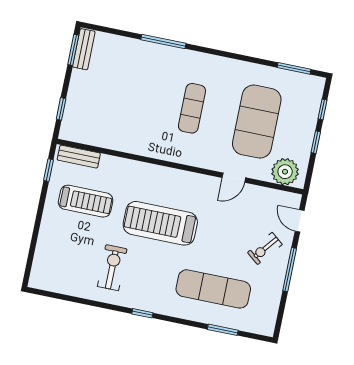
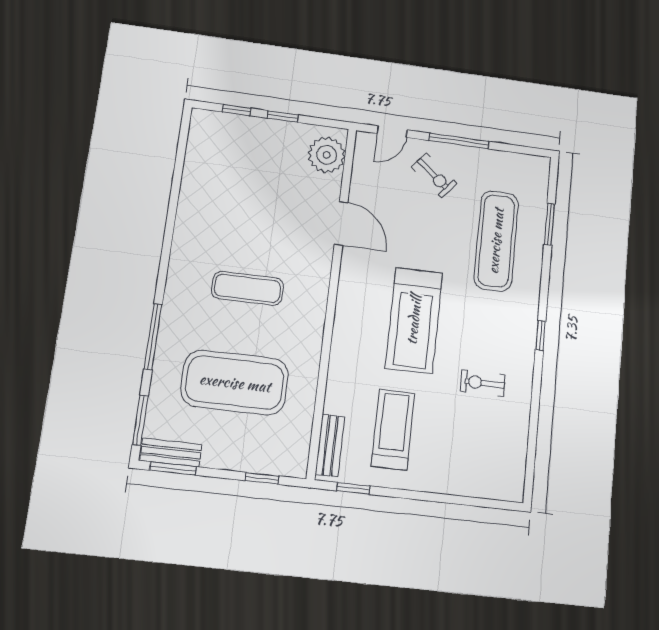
window: (294, 68) -> (140, 420), moved
exercise mat: (257, 122) -> (235, 383), moved
door: (234, 178) -> (341, 223), width x1.38
exercise bike: (112, 268) -> (483, 383), width x0.73, depth x0.72

